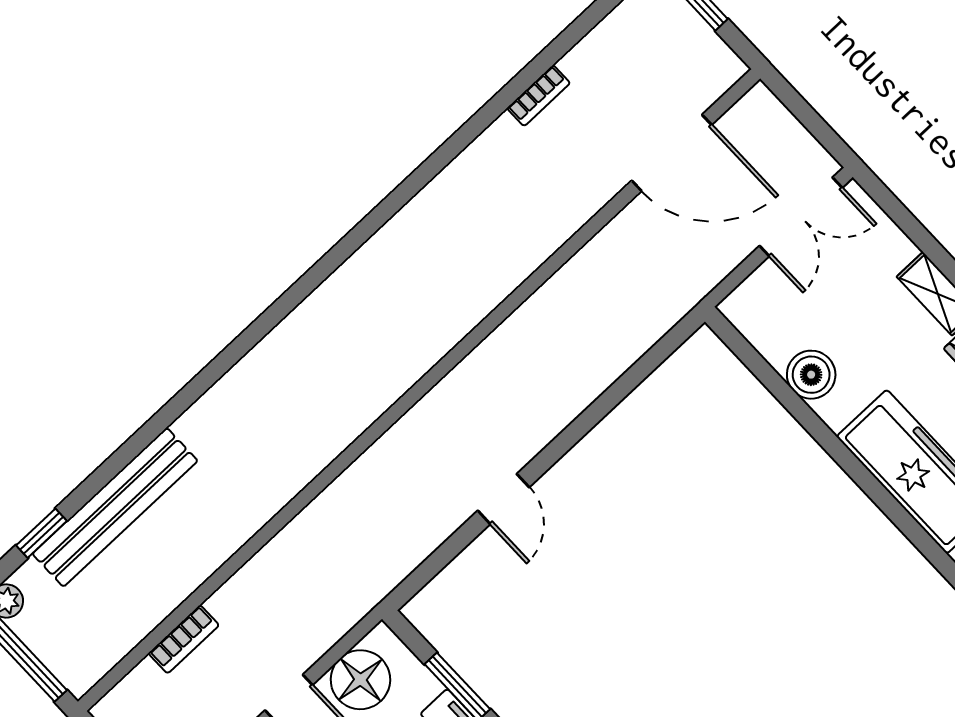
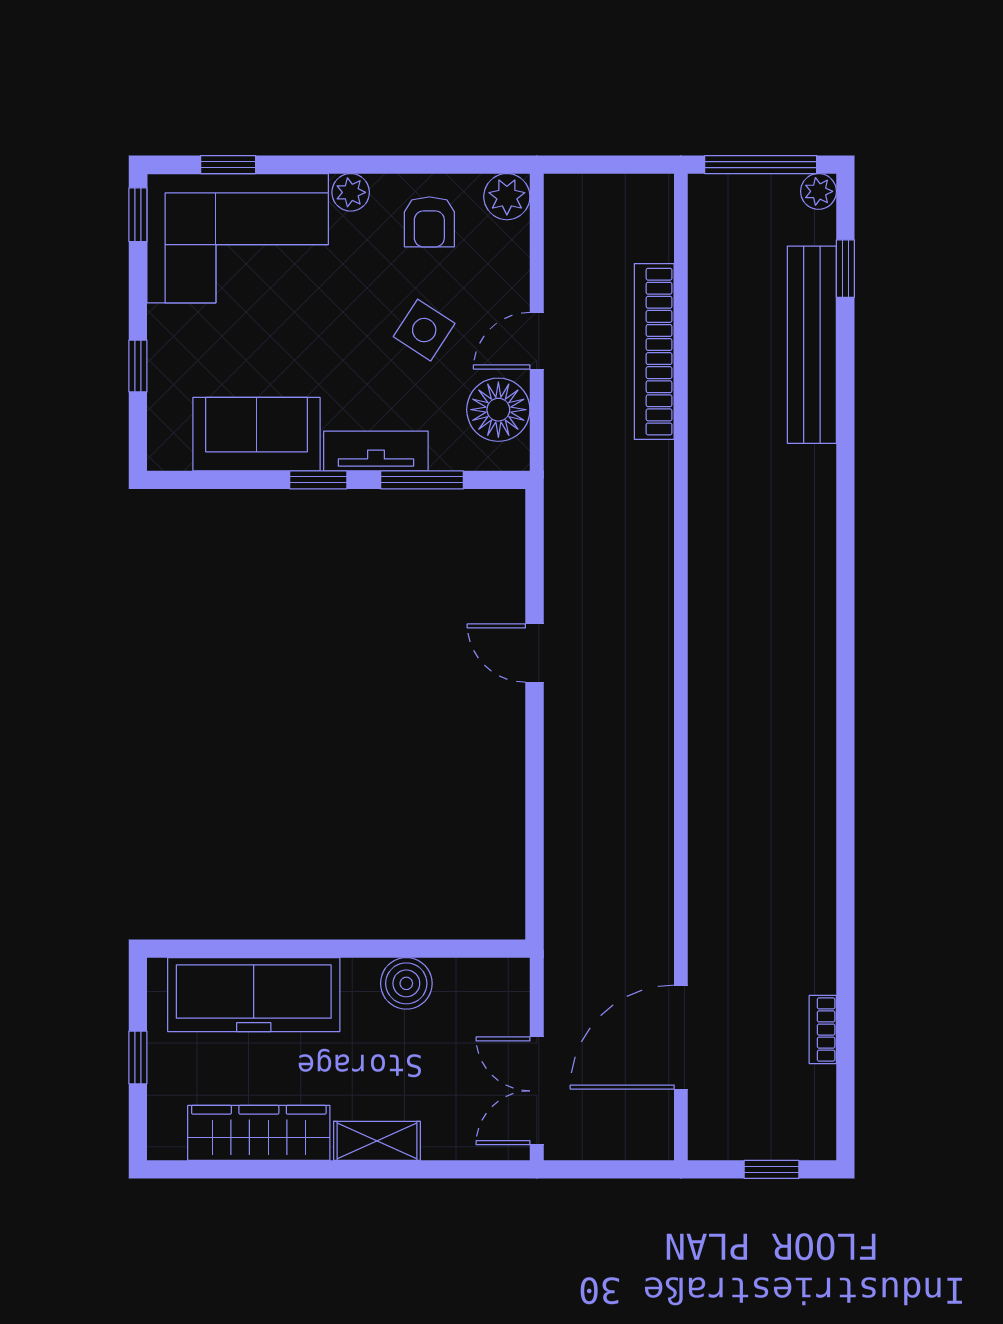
bookcase: (539, 96) -> (823, 1030), moved
bookcase: (184, 639) -> (654, 352), width x2.31, depth x1.31

